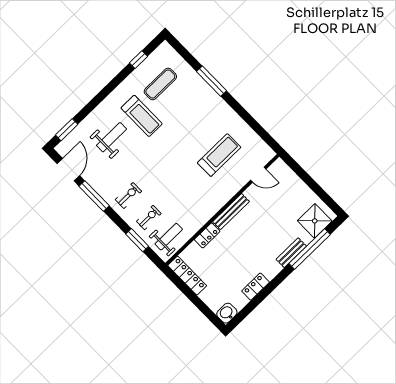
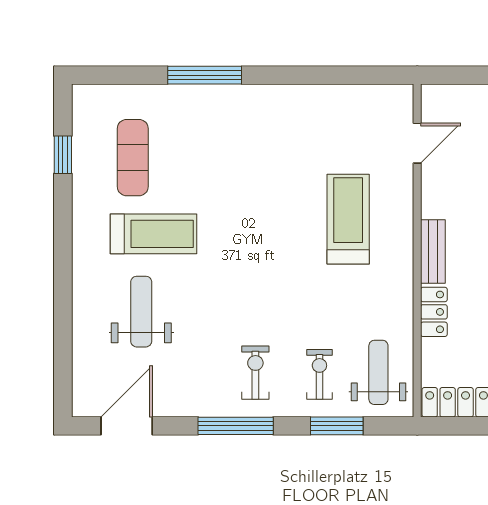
window: (67, 130) -> (63, 369), removed
treadmill: (219, 155) -> (348, 219), moved
door: (68, 170) -> (127, 426), hinge flipped
window: (94, 196) -> (236, 426), moved
bench: (231, 212) -> (433, 252), width x0.73

